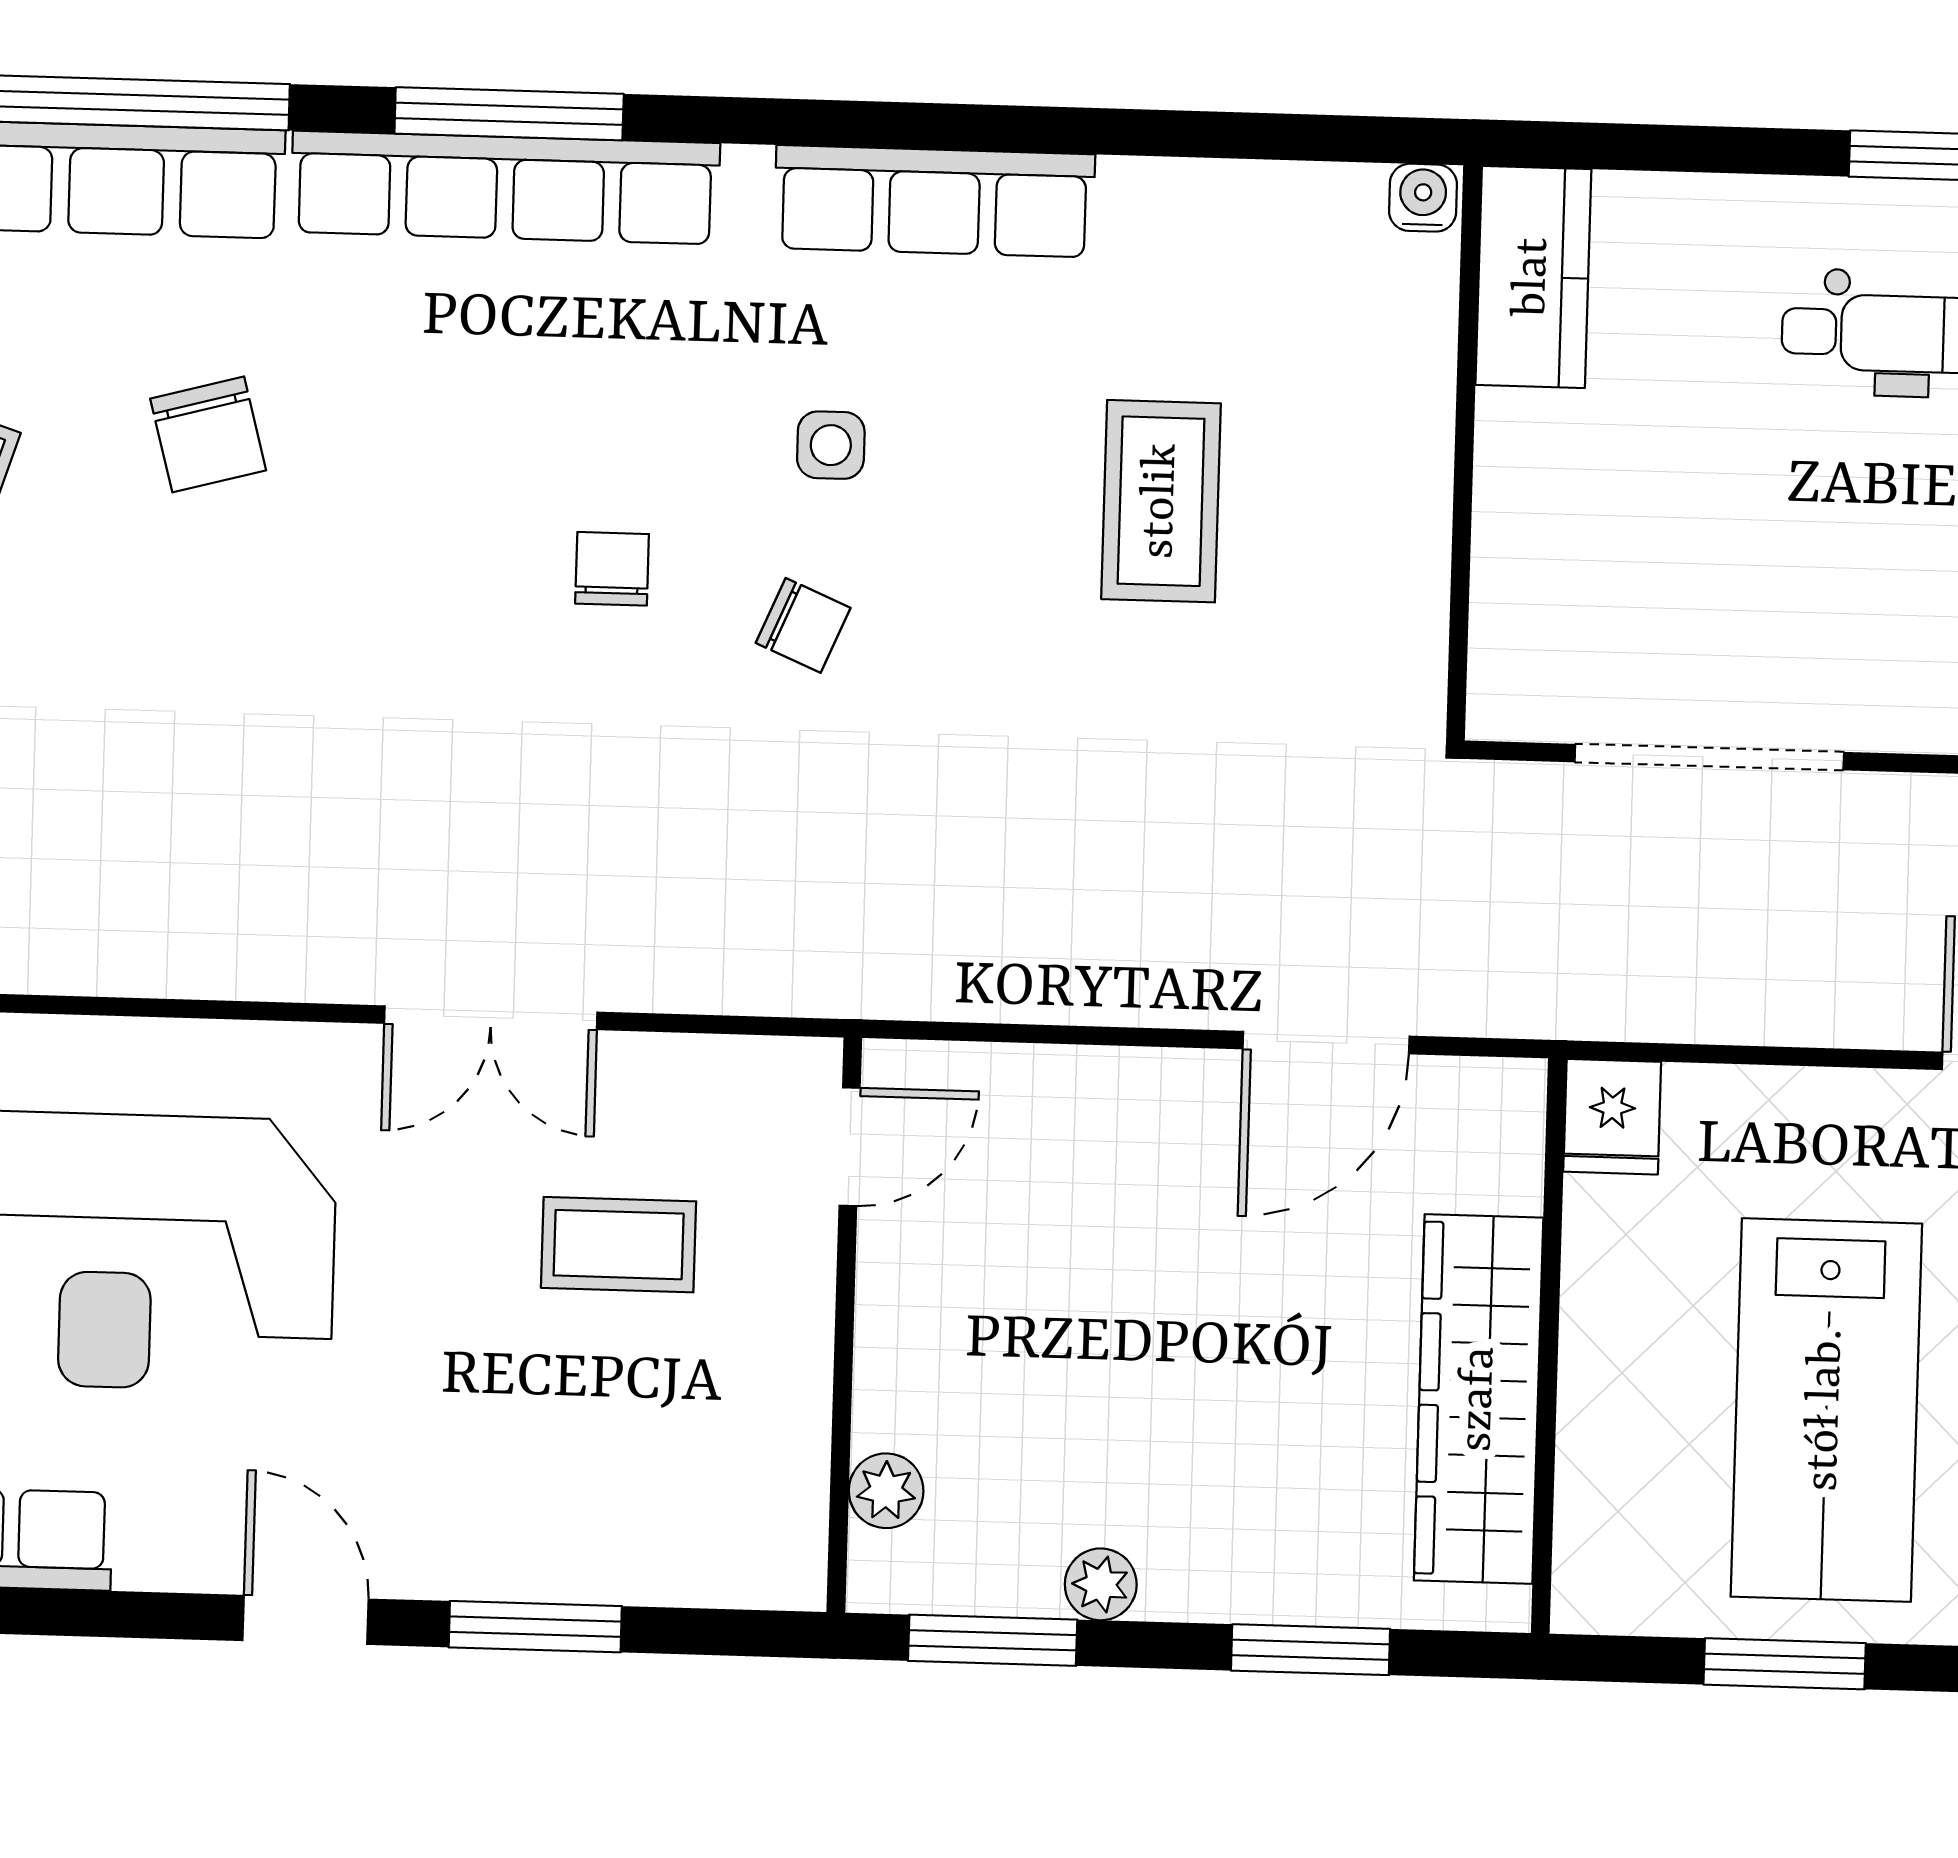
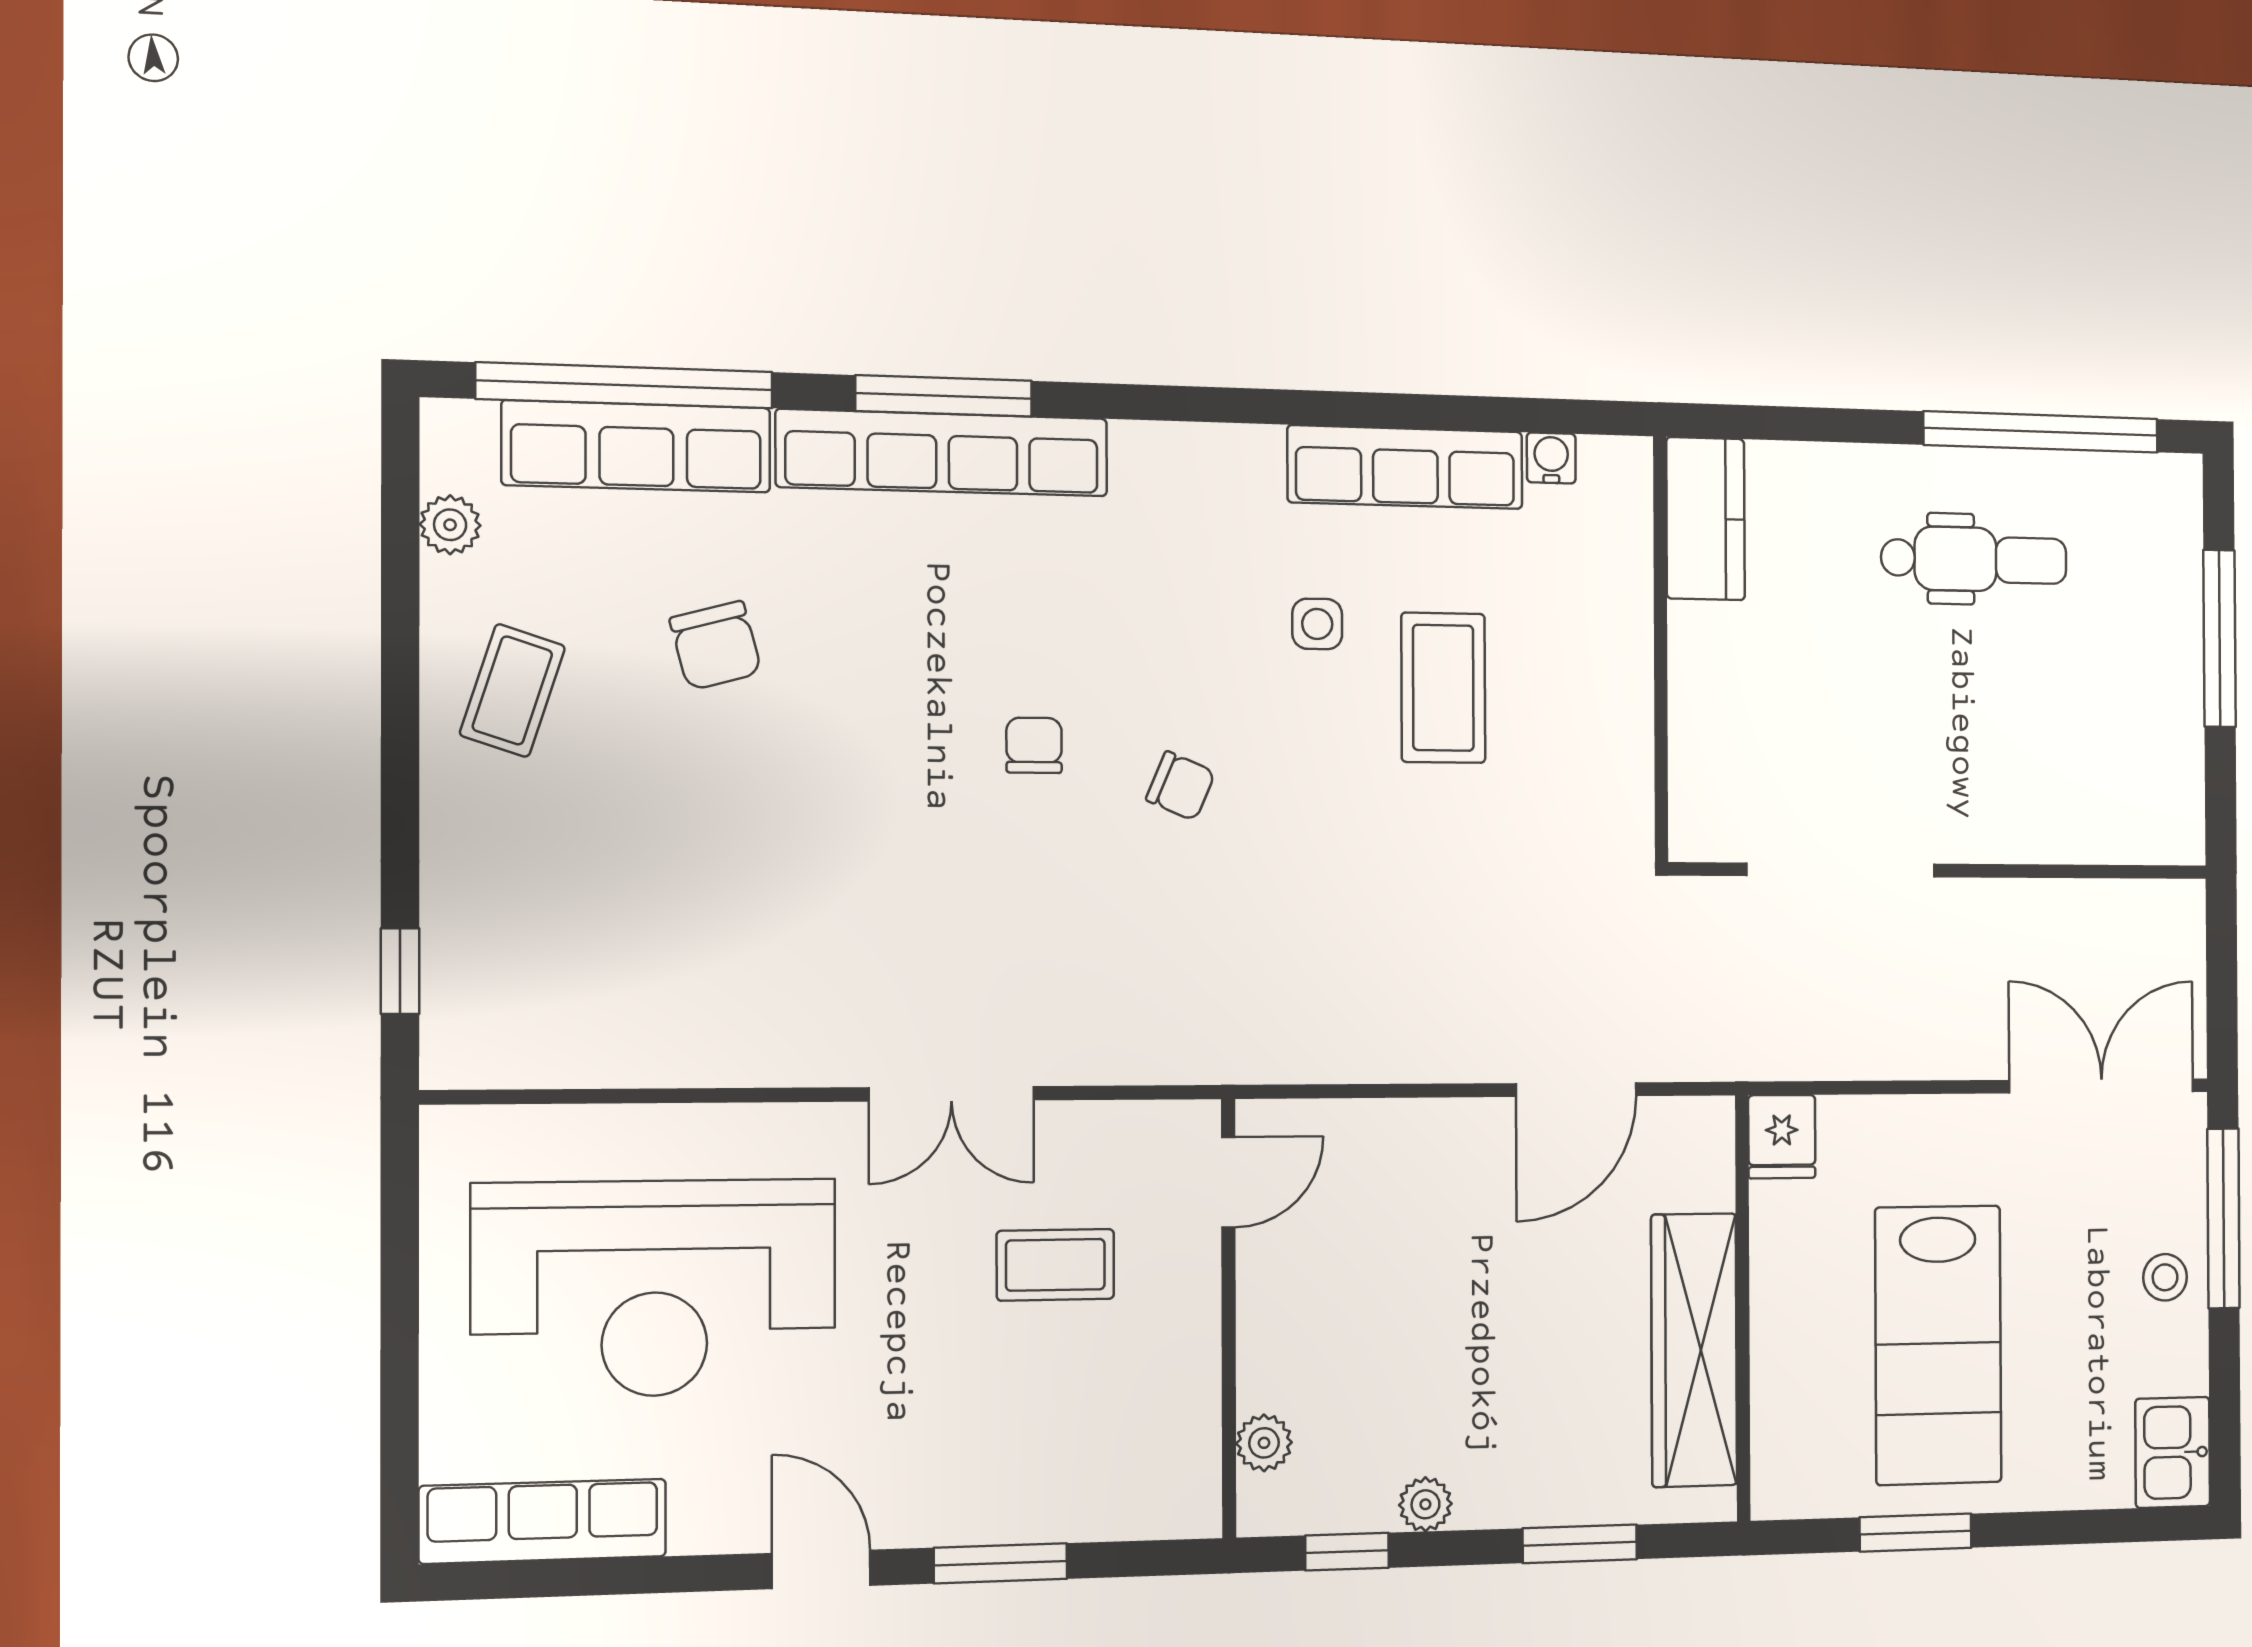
water cooler: (1423, 198) -> (1551, 458), moved
row of seats: (934, 201) -> (1405, 467), moved
side table: (831, 445) -> (1317, 624), moved
window: (993, 1640) -> (1347, 1552), width x0.67

